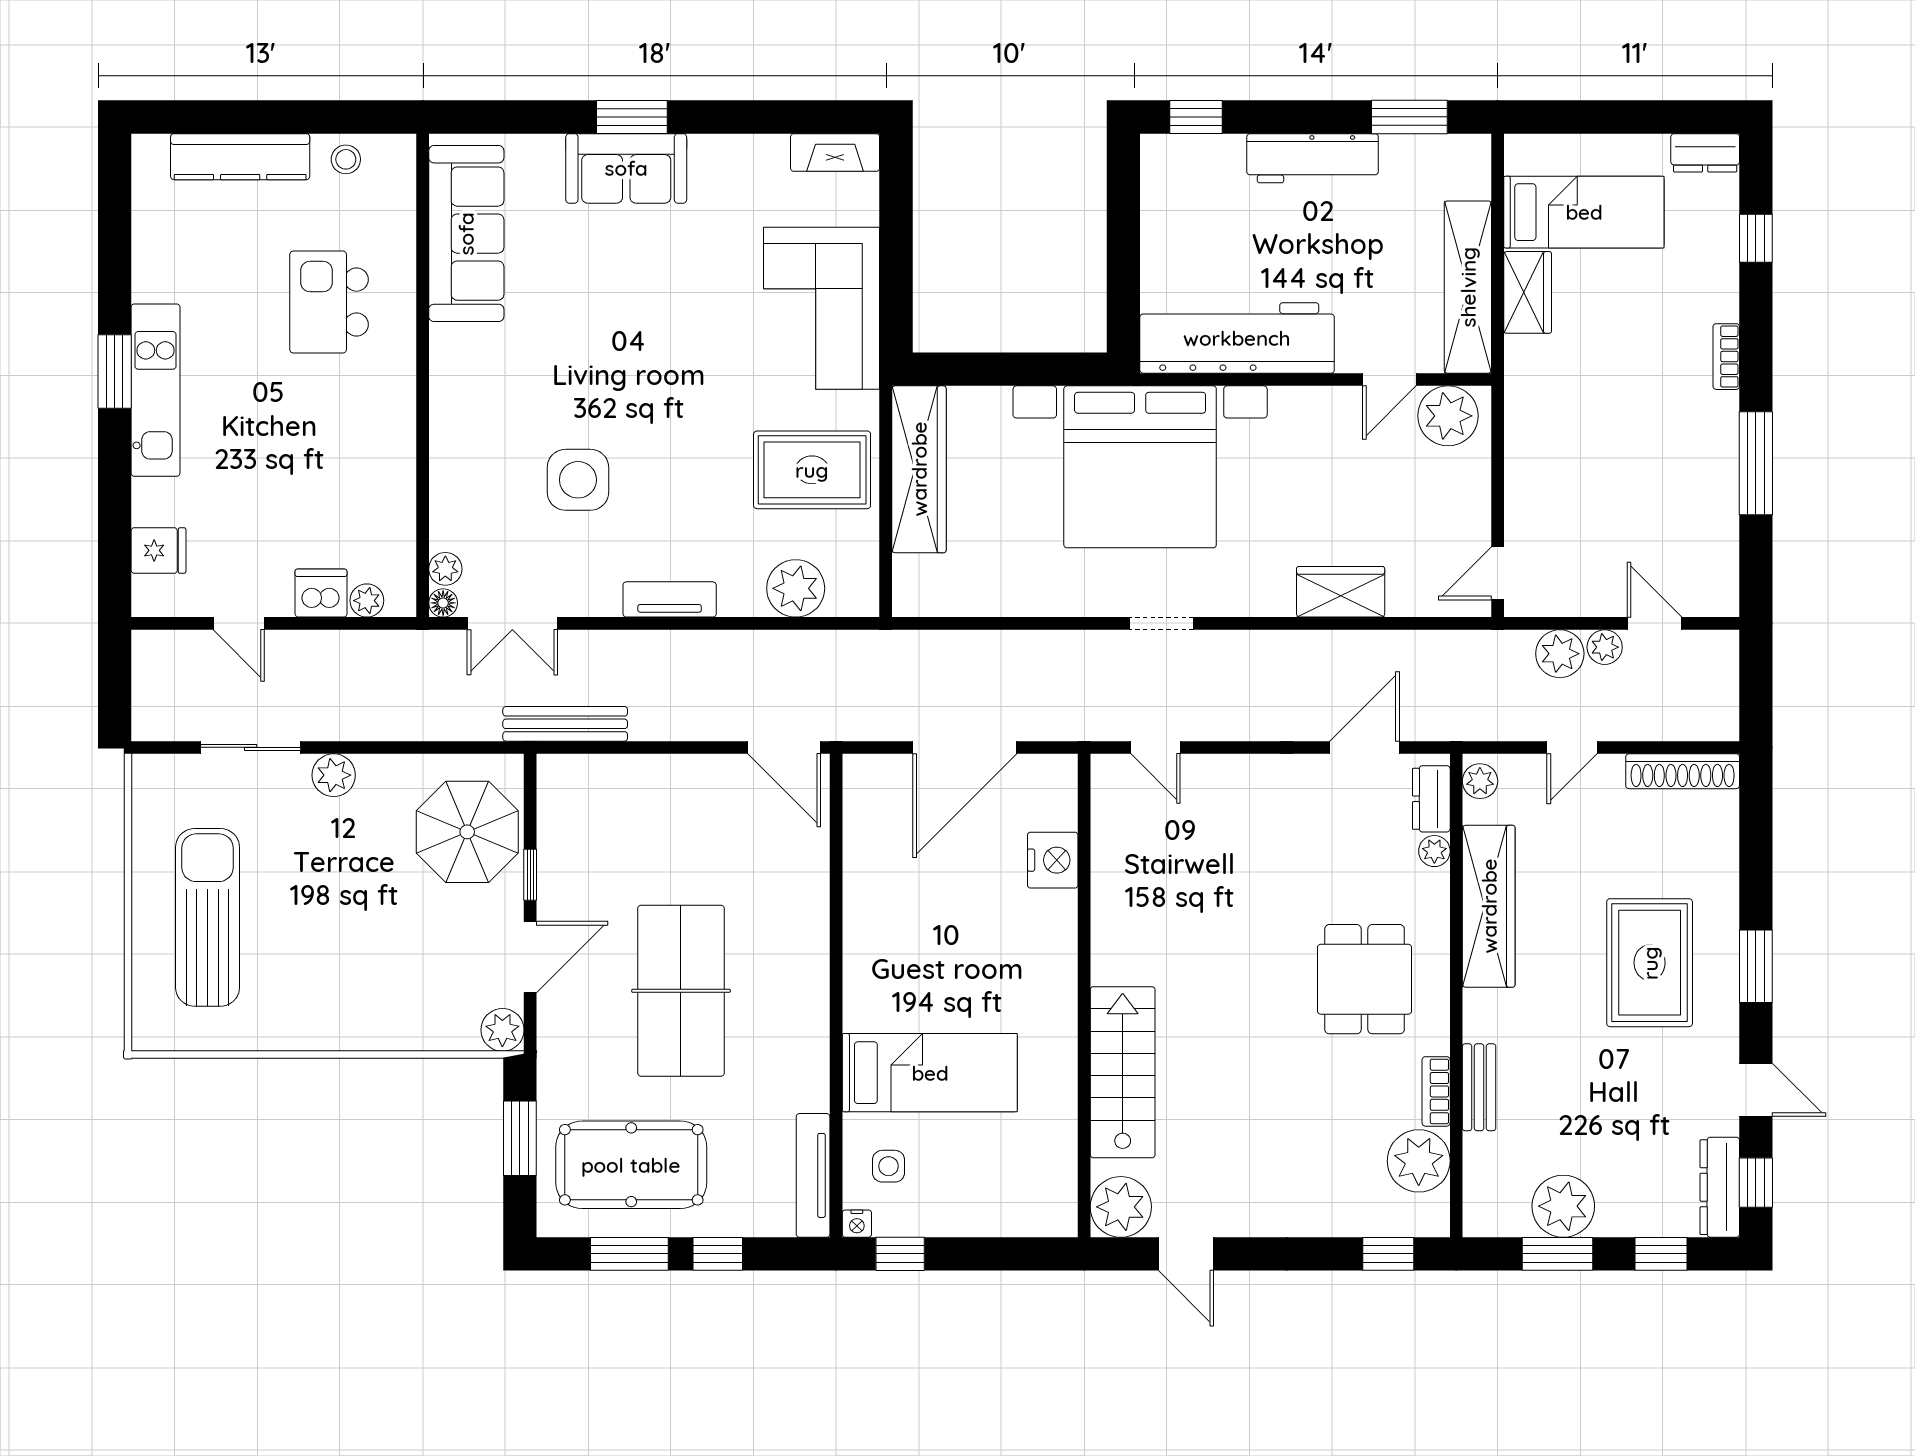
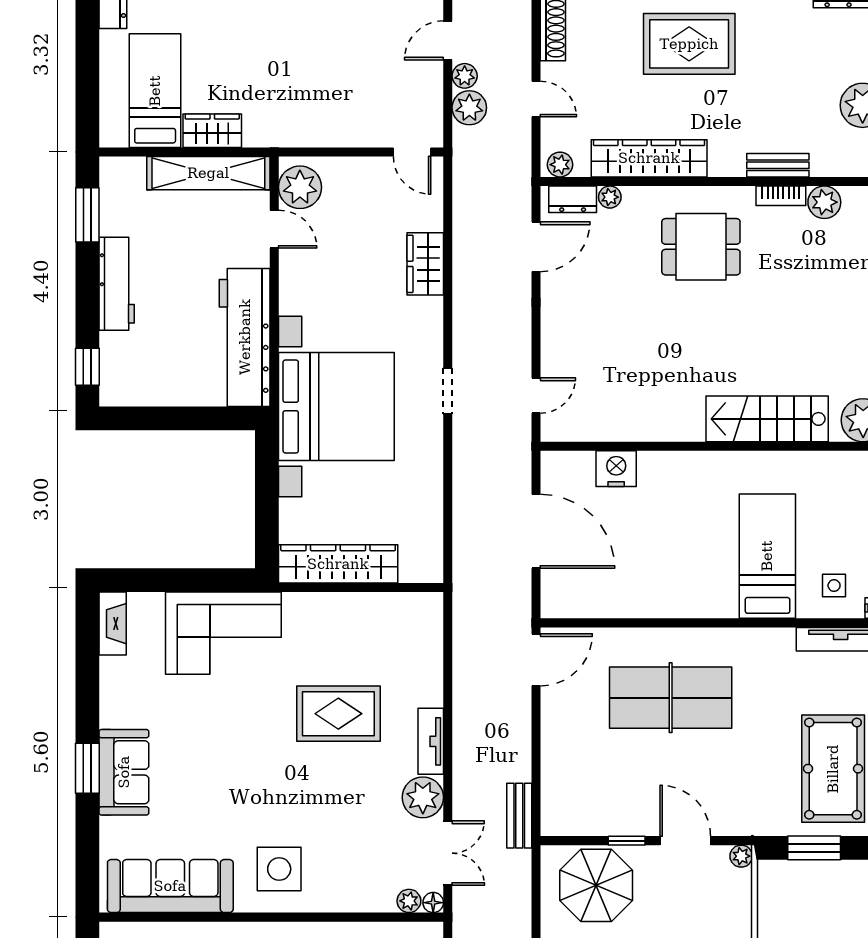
rug: (812, 470) -> (338, 714), moved, turned 90
side table: (578, 480) -> (279, 869), moved
plant: (796, 588) -> (423, 797), moved
bench: (565, 724) -> (519, 816), width x0.73
door: (1364, 747) -> (536, 247), swing flipped
table tennis table: (681, 991) -> (671, 698), moved
plant: (502, 1030) -> (741, 856), width x0.73, depth x0.73
plant: (1419, 1161) -> (824, 202), width x0.73, depth x0.73

